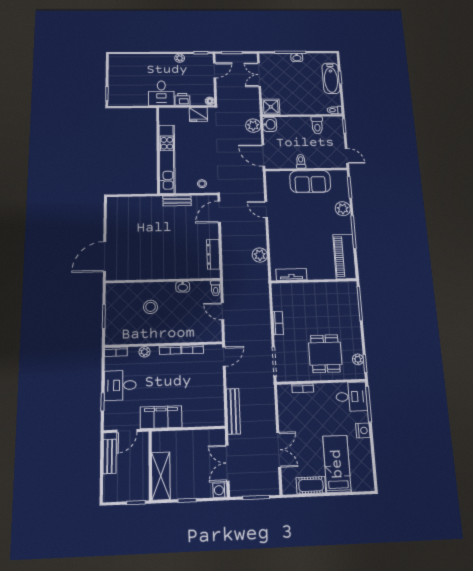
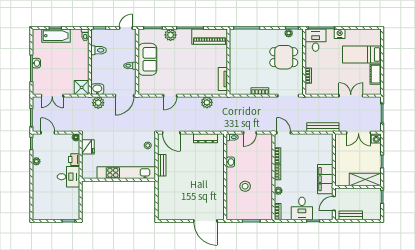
door: (127, 431) -> (334, 203), swing flipped

